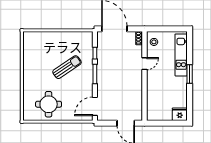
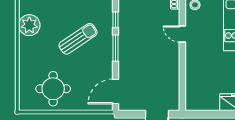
plant: (31, 57) -> (29, 25), added
door: (145, 64) -> (182, 34), swing flipped

